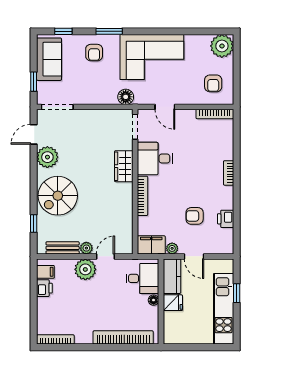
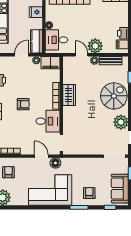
floor lamp: (126, 97) -> (55, 163), moved
wardrobe: (124, 166) -> (69, 95), moved
armchair: (195, 216) -> (23, 104), moved
door: (105, 256) -> (82, 55), swing flipped
door: (194, 256) -> (21, 55), hinge flipped
fridge: (173, 303) -> (36, 12), moved

